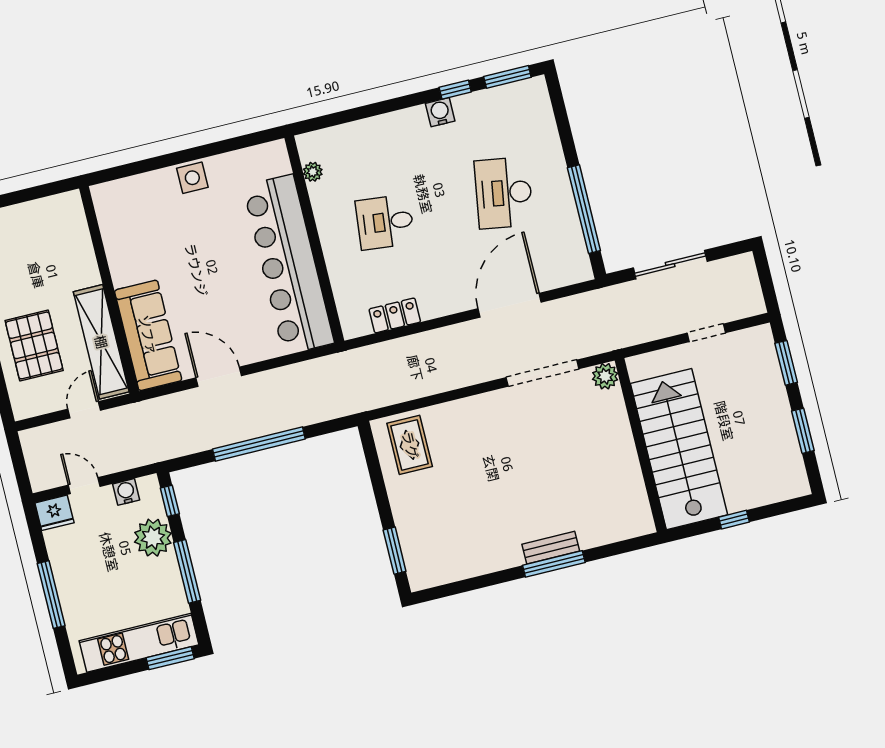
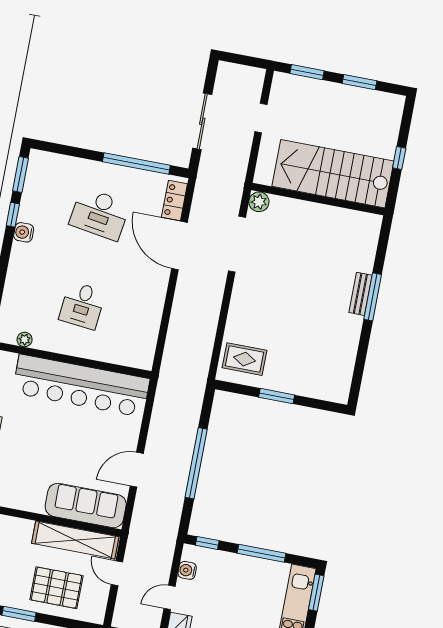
locker: (395, 315) -> (174, 200), moved
plant: (153, 538) -> (227, 566), removed
window: (395, 551) -> (277, 396), moved

